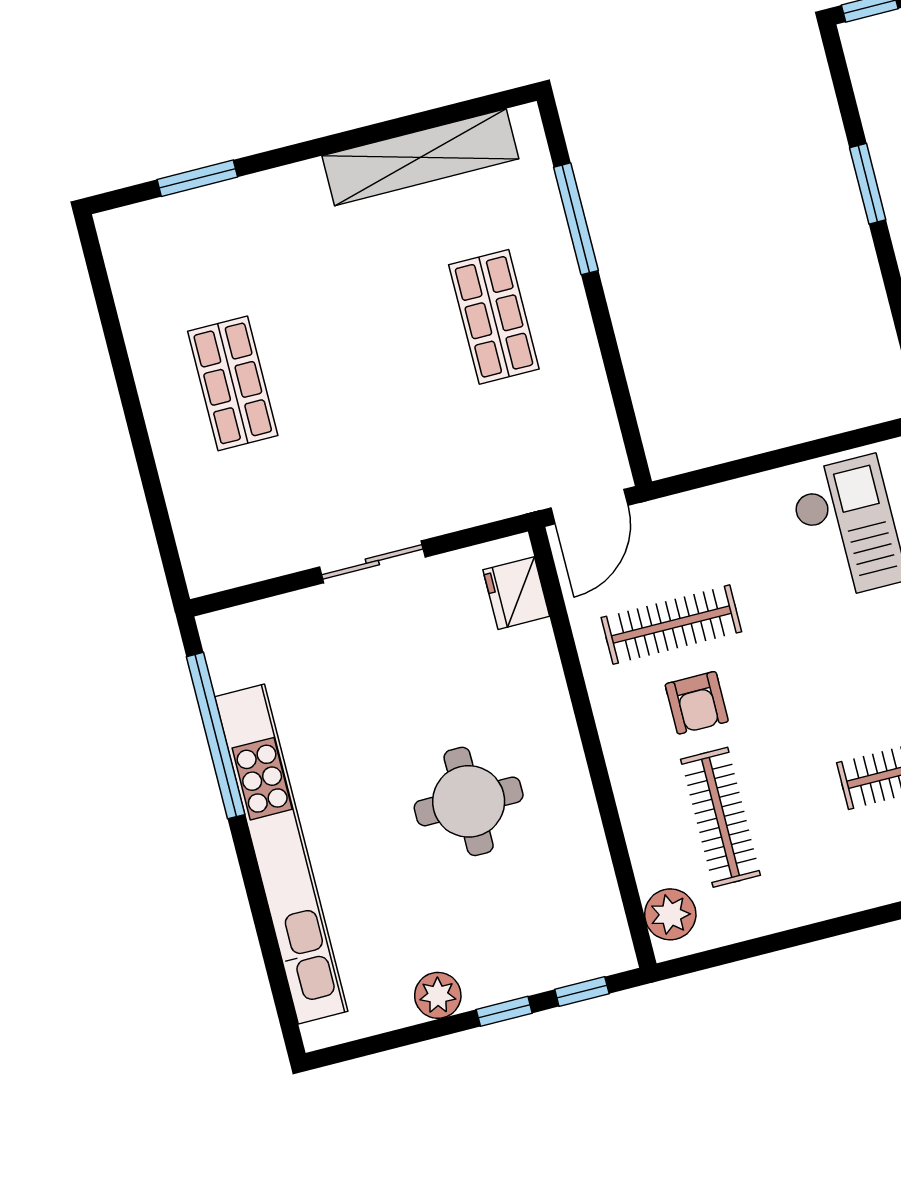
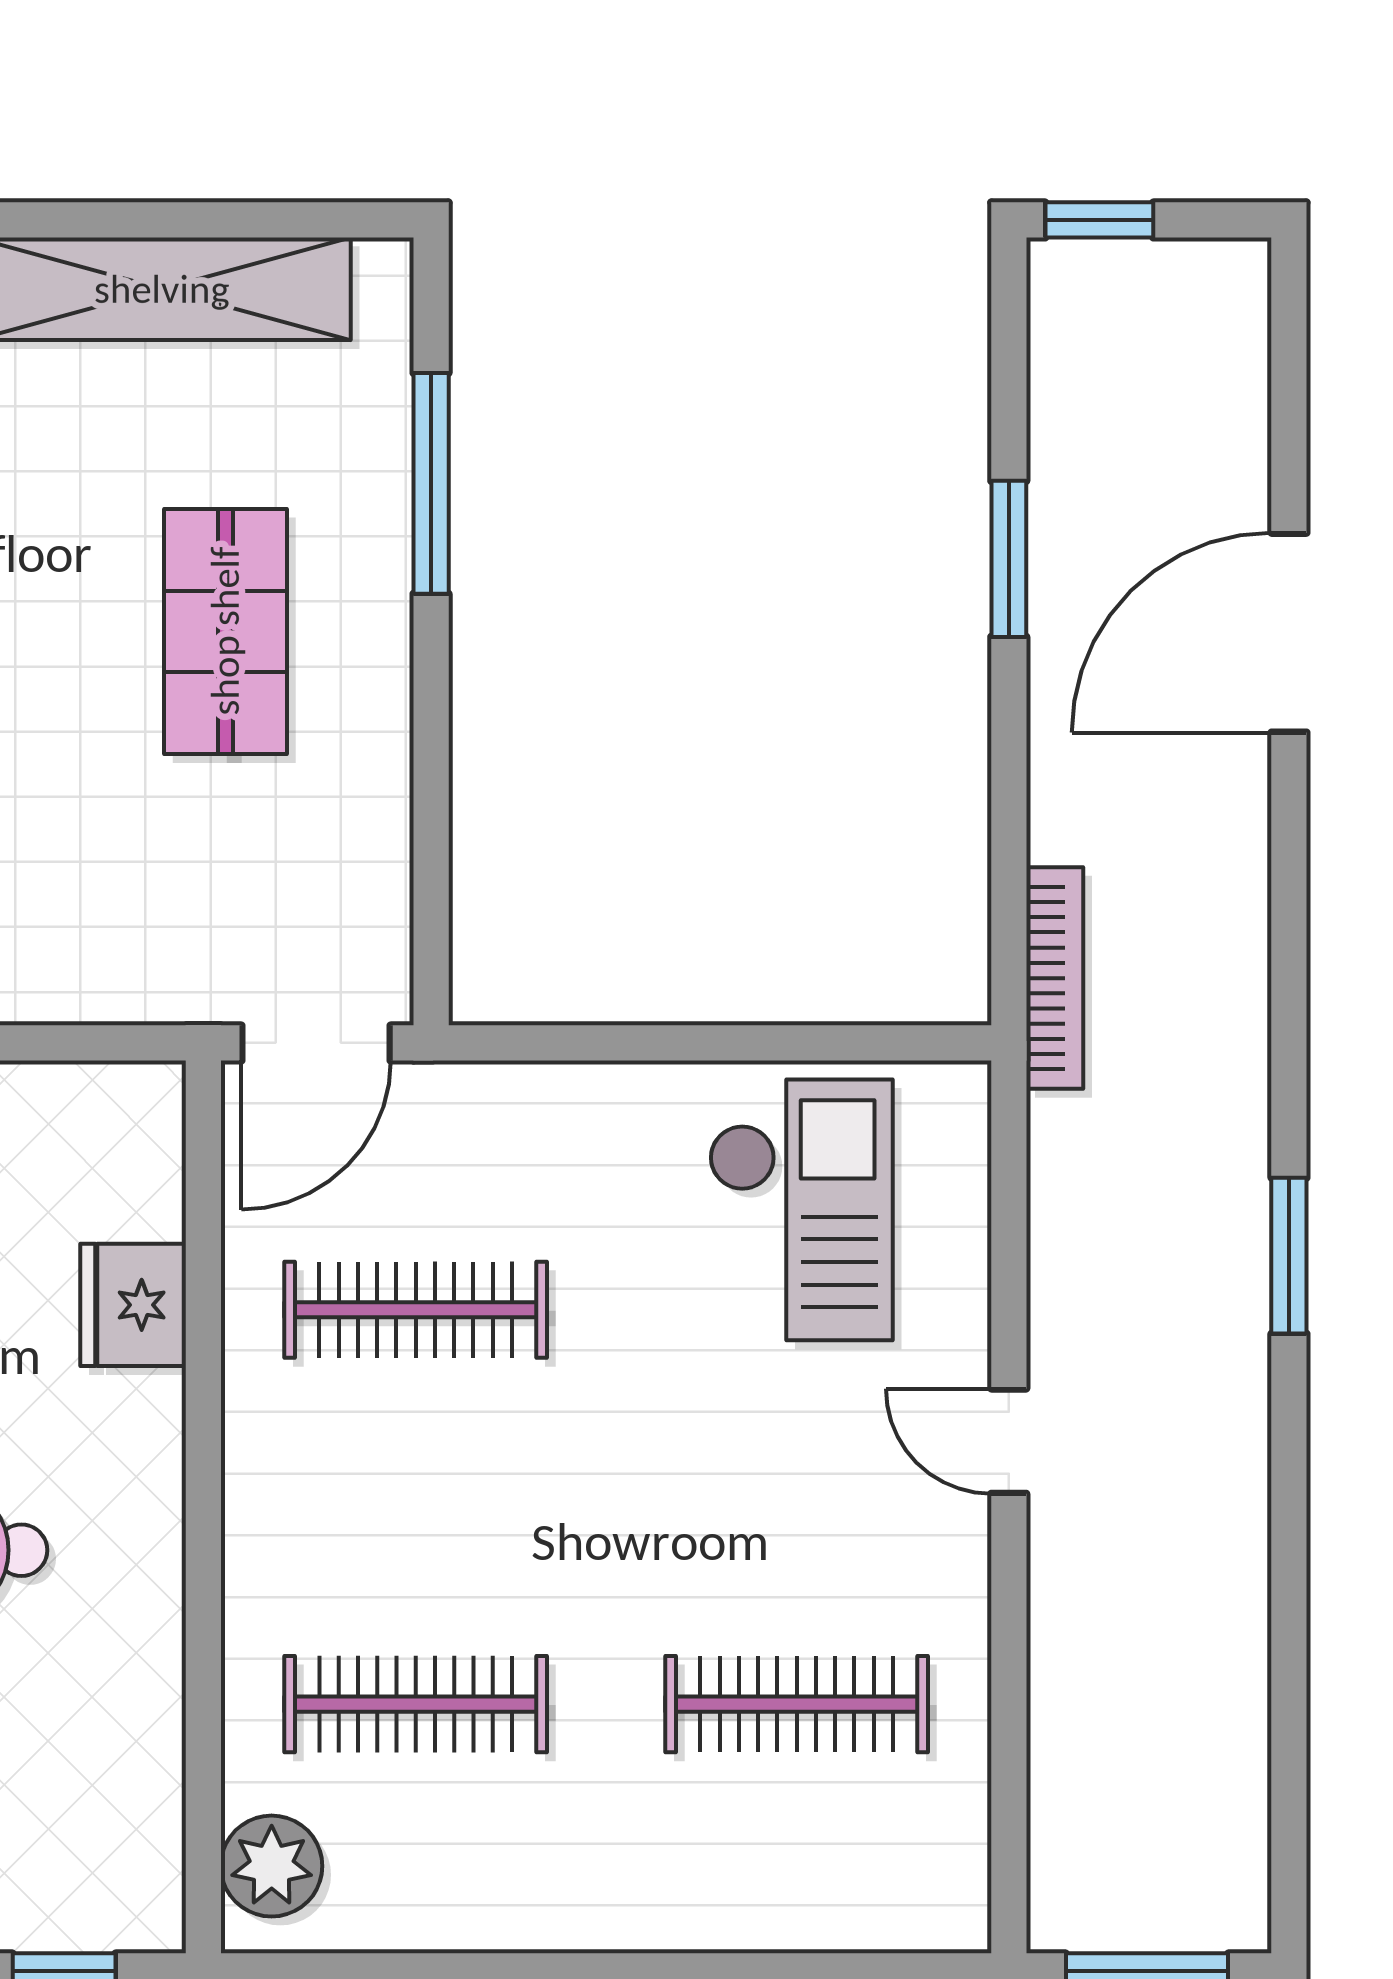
fridge: (516, 593) -> (133, 1305), moved
armchair: (697, 703) -> (426, 1472), removed
clothes rail: (720, 817) -> (416, 1704), turned 90

